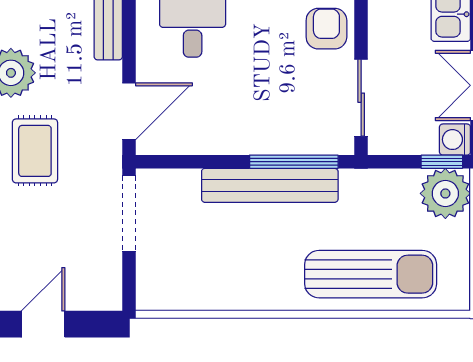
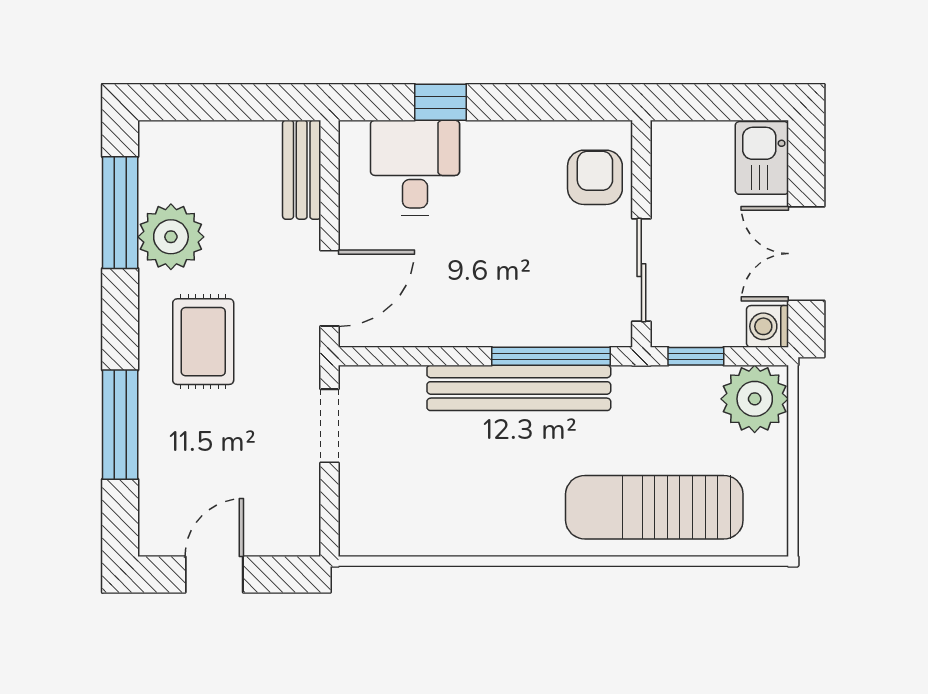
window: (442, 162) -> (696, 356), moved
doorway: (129, 214) -> (330, 426), width x0.73
sun lounger: (371, 274) -> (654, 507), turned 180

